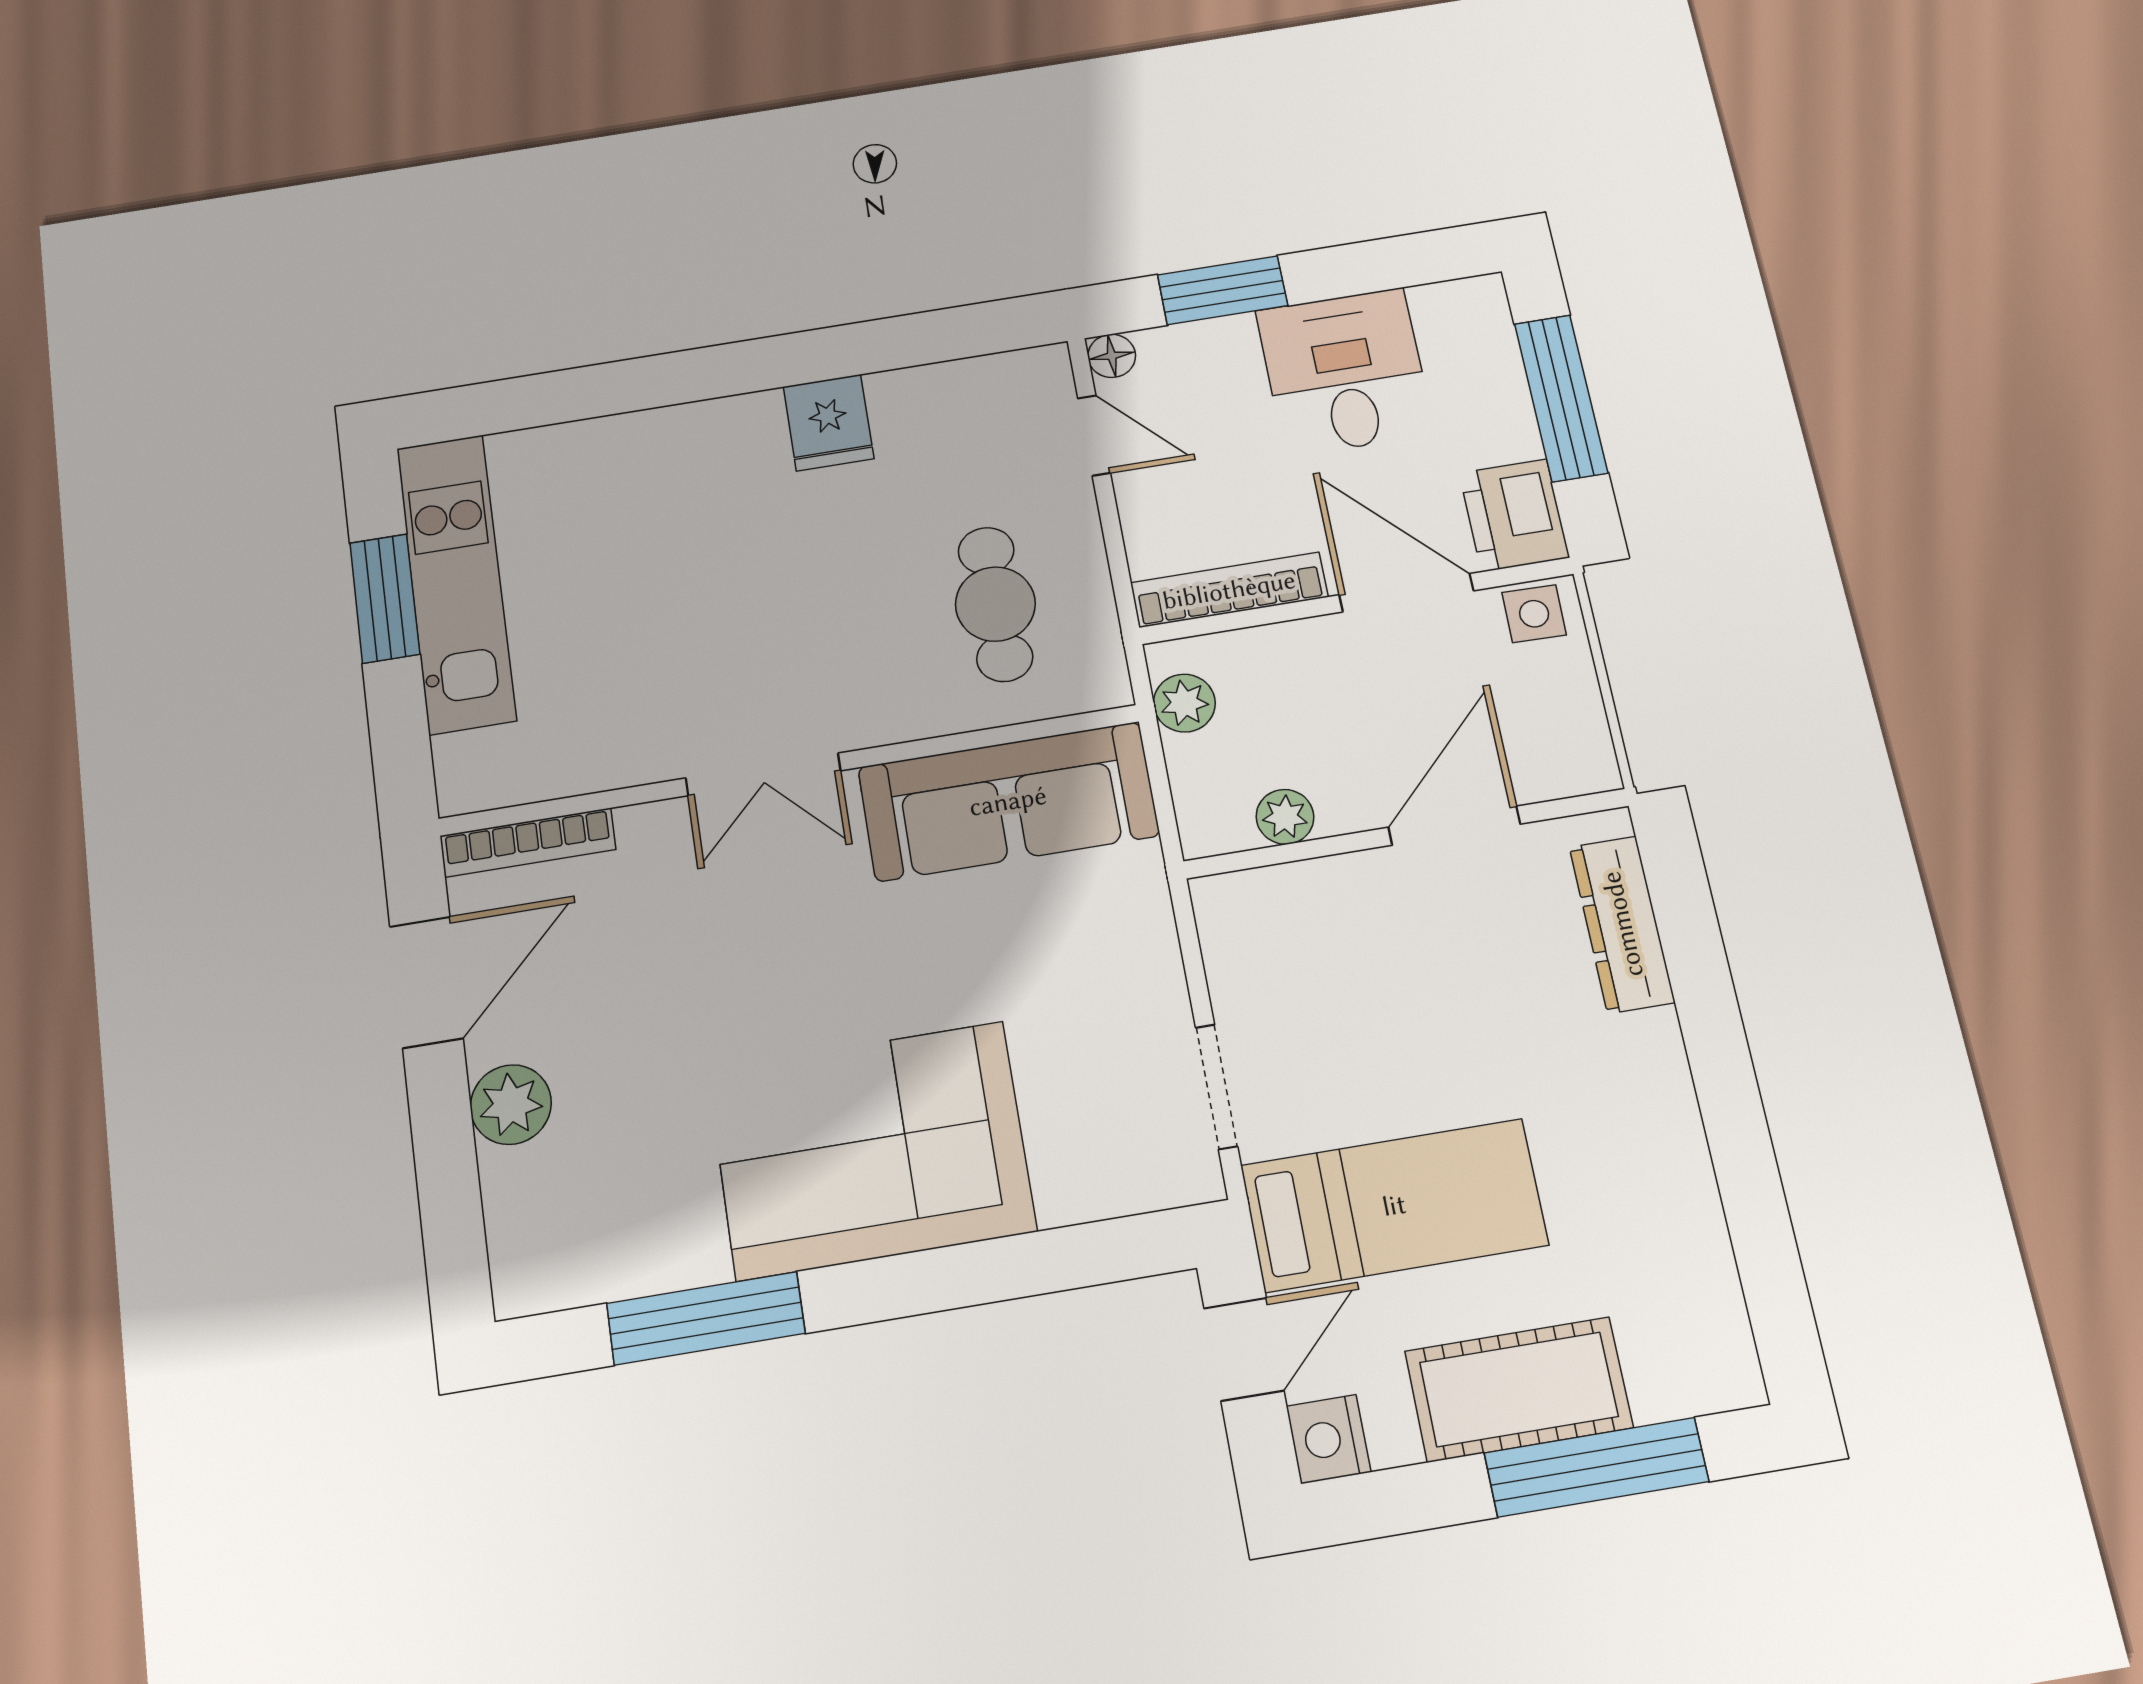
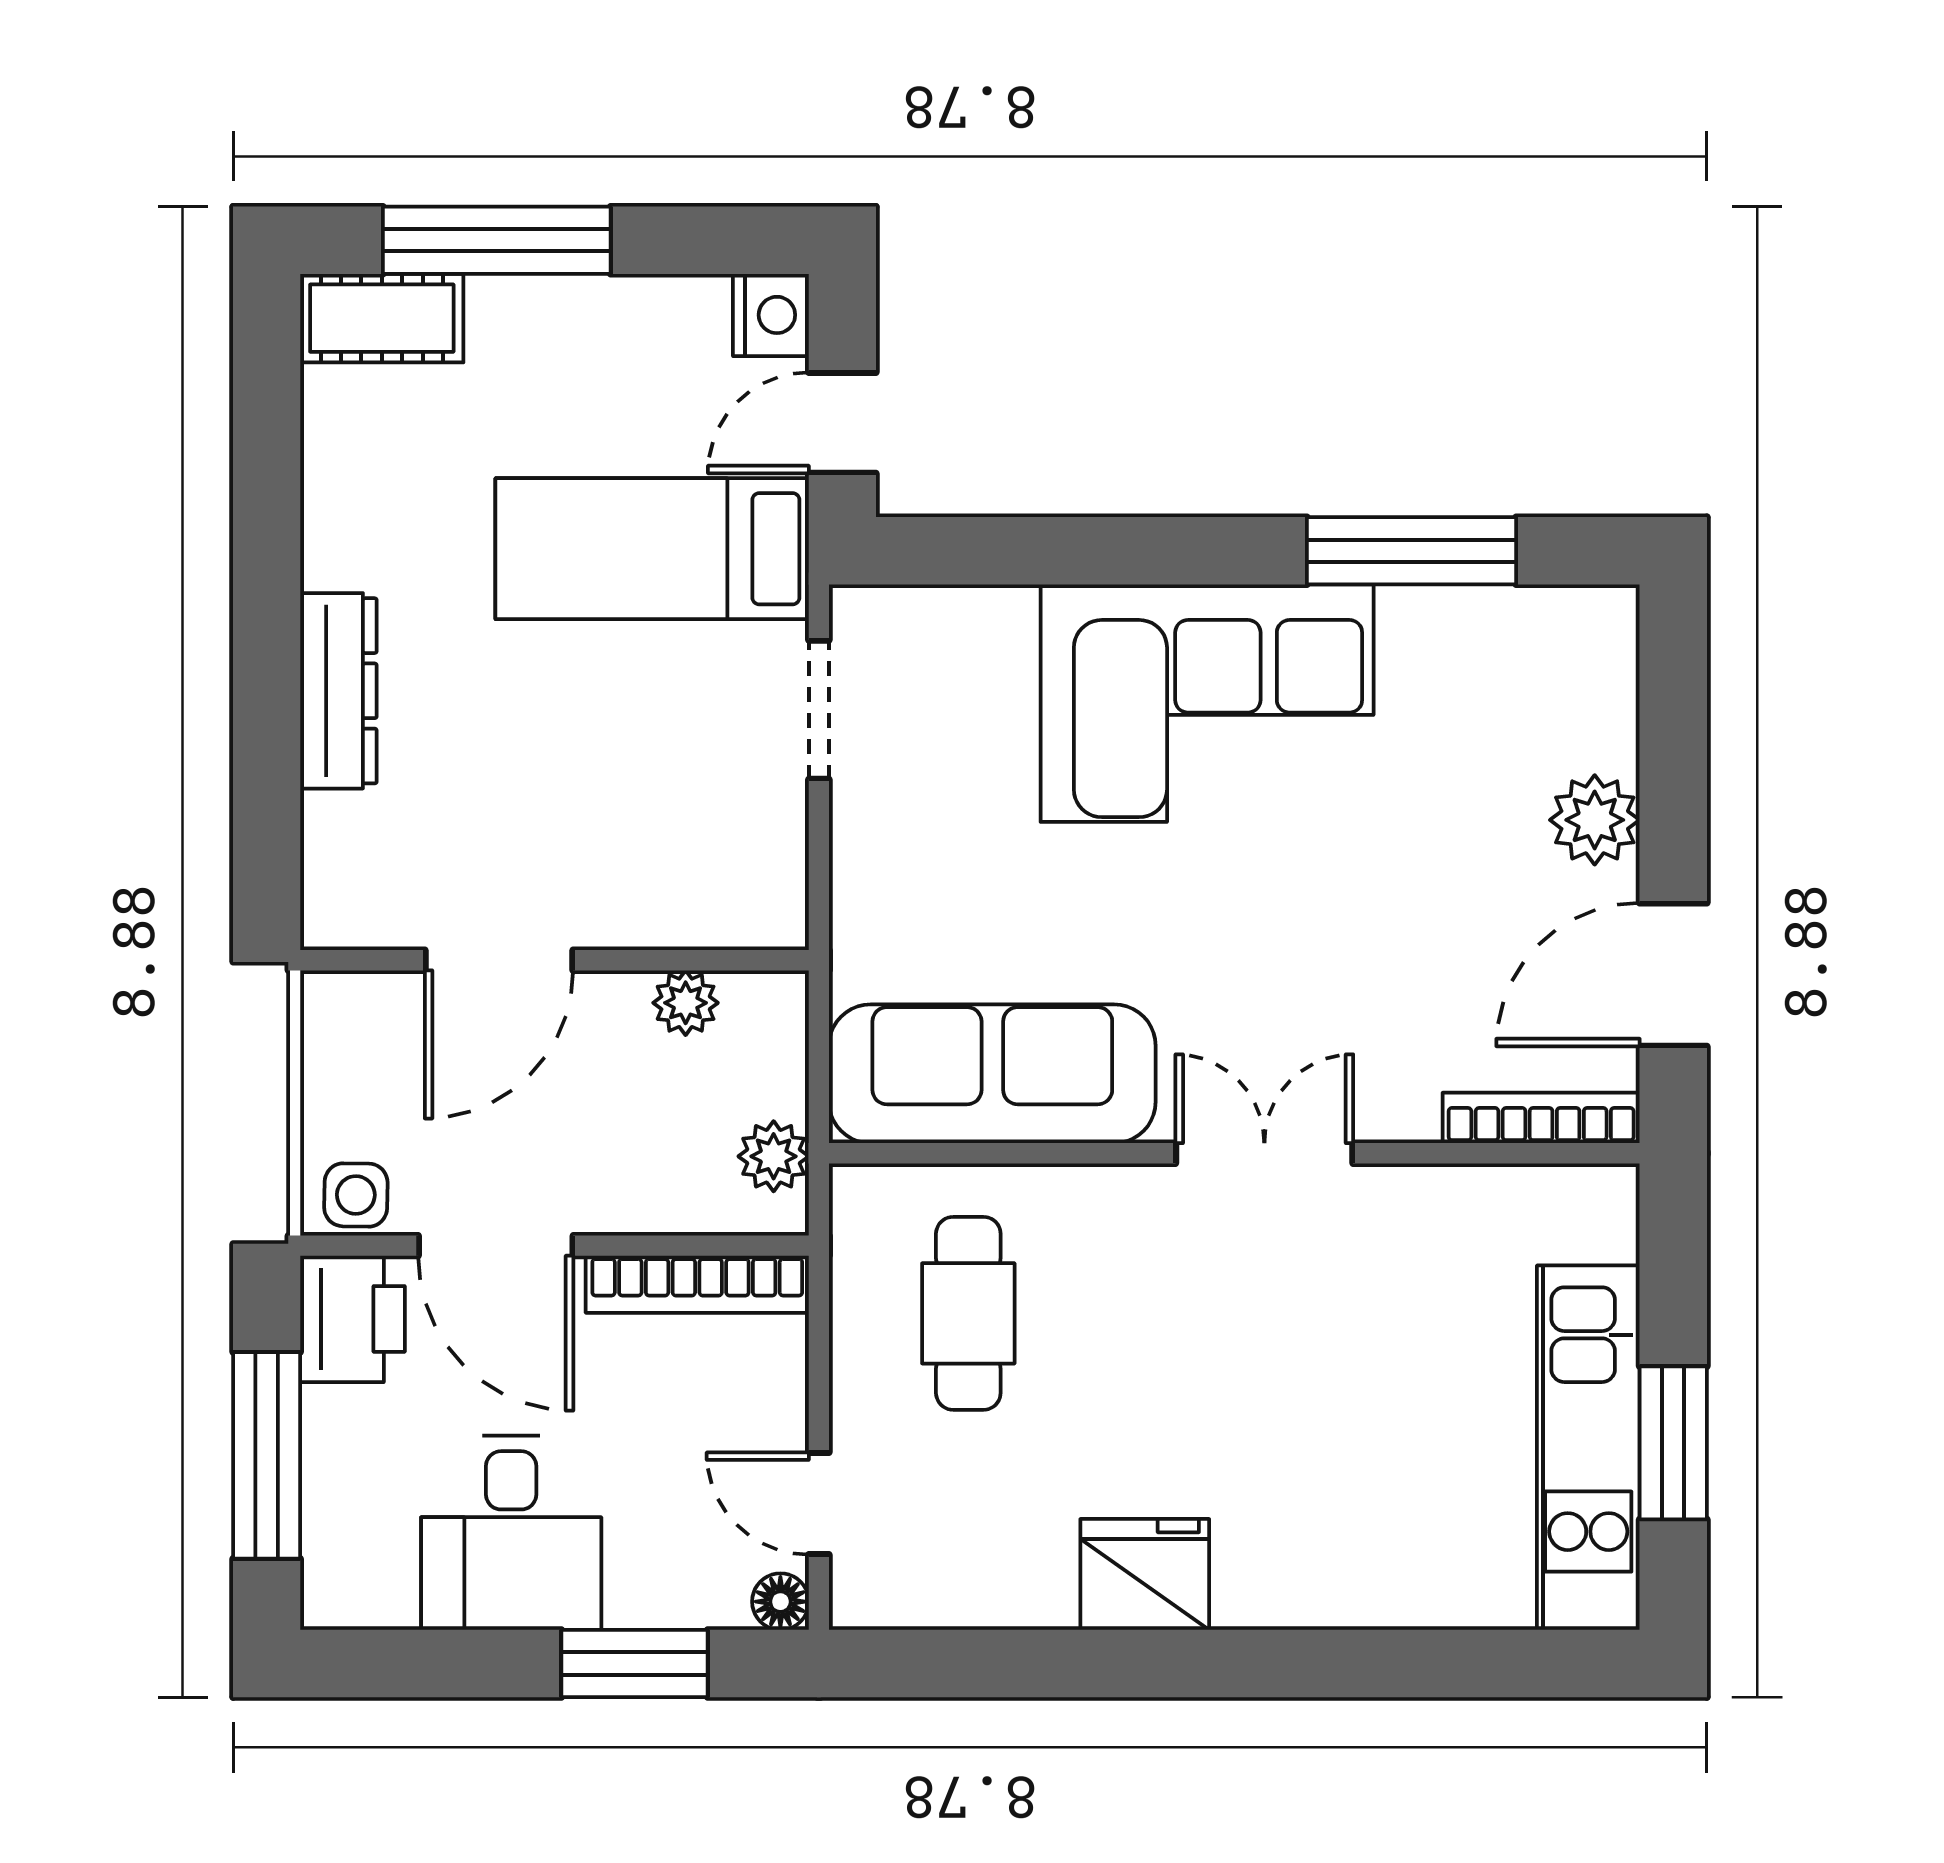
fridge: (829, 423) -> (1145, 1574), width x1.38
dresser: (1622, 924) -> (338, 691), moved
cot: (1519, 1389) -> (382, 318), moved, width x0.73, depth x0.75

